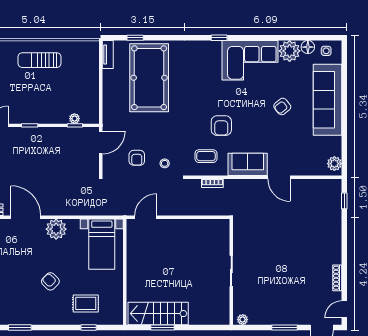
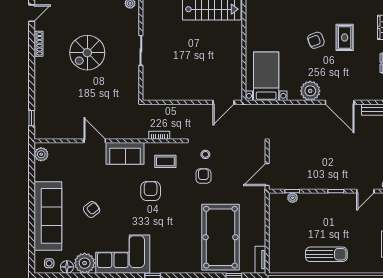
armchair: (137, 158) -> (203, 176), moved
spiral stairs: (287, 269) -> (87, 53), added
armchair: (50, 281) -> (316, 40), turned 115
rug: (86, 303) -> (345, 37), moved, turned 90

